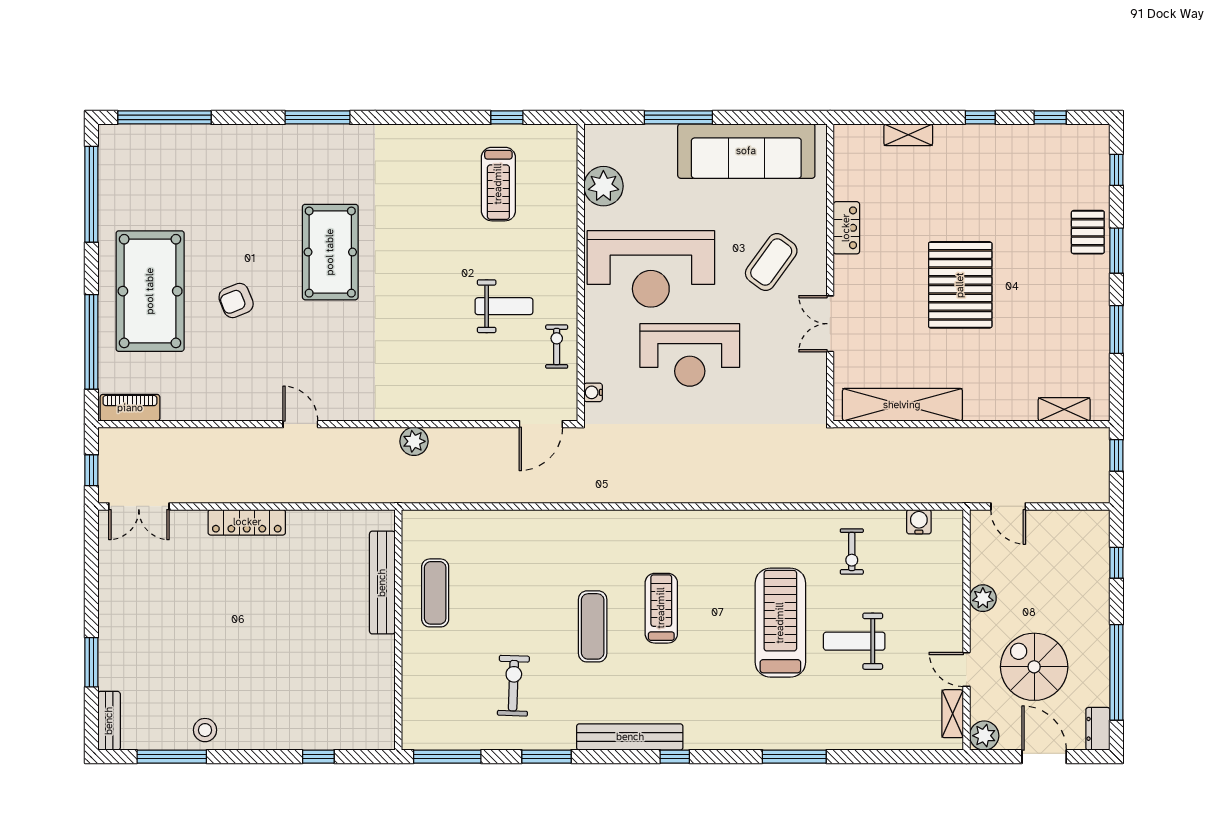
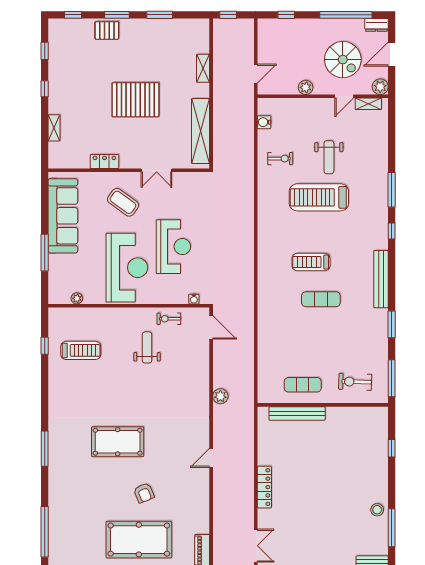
plant: (603, 186) -> (77, 298), width x0.53, depth x0.53
shelving: (1064, 409) -> (203, 68), moved
spiral stairs: (1034, 667) -> (343, 60), turned -90
exercise bike: (513, 686) -> (355, 382), moved
window: (675, 757) -> (392, 231), moved

